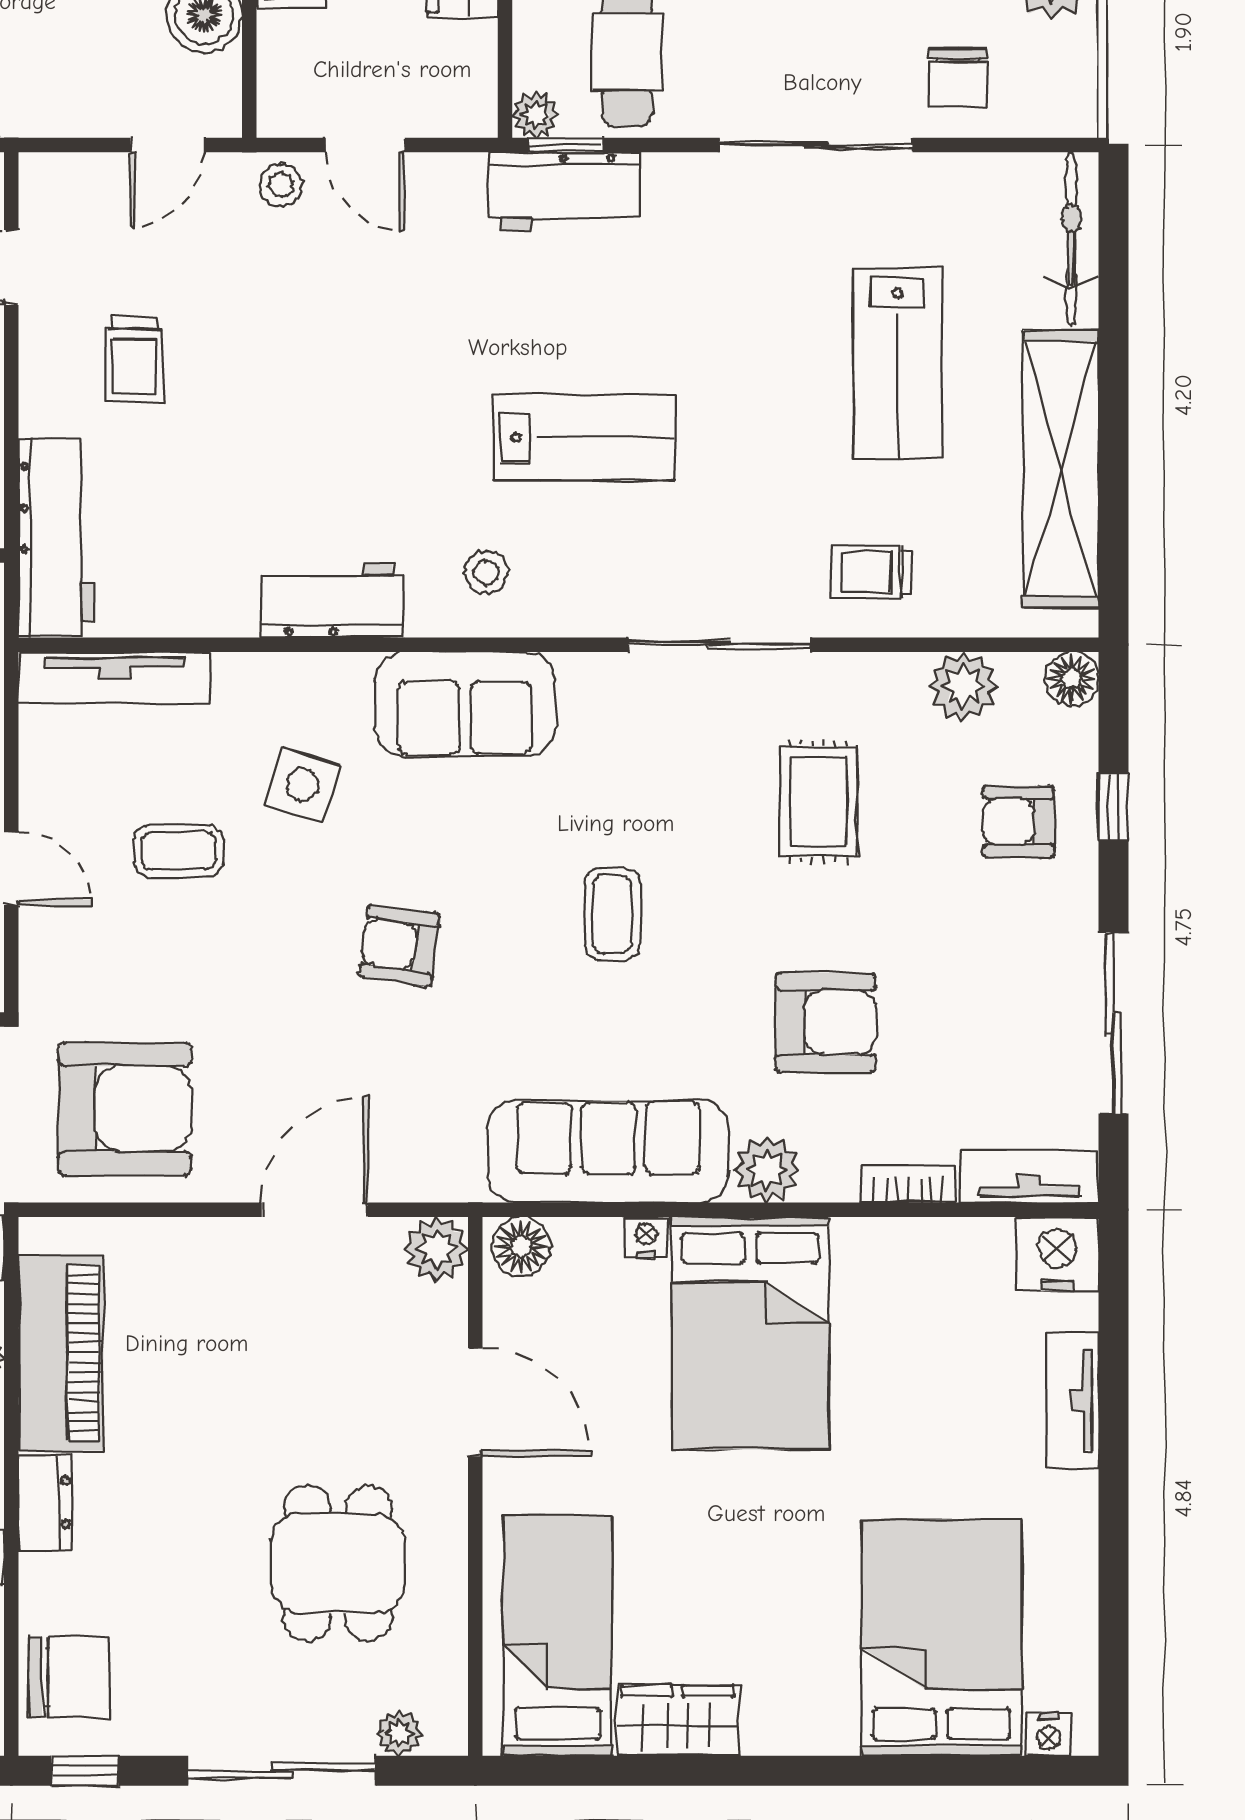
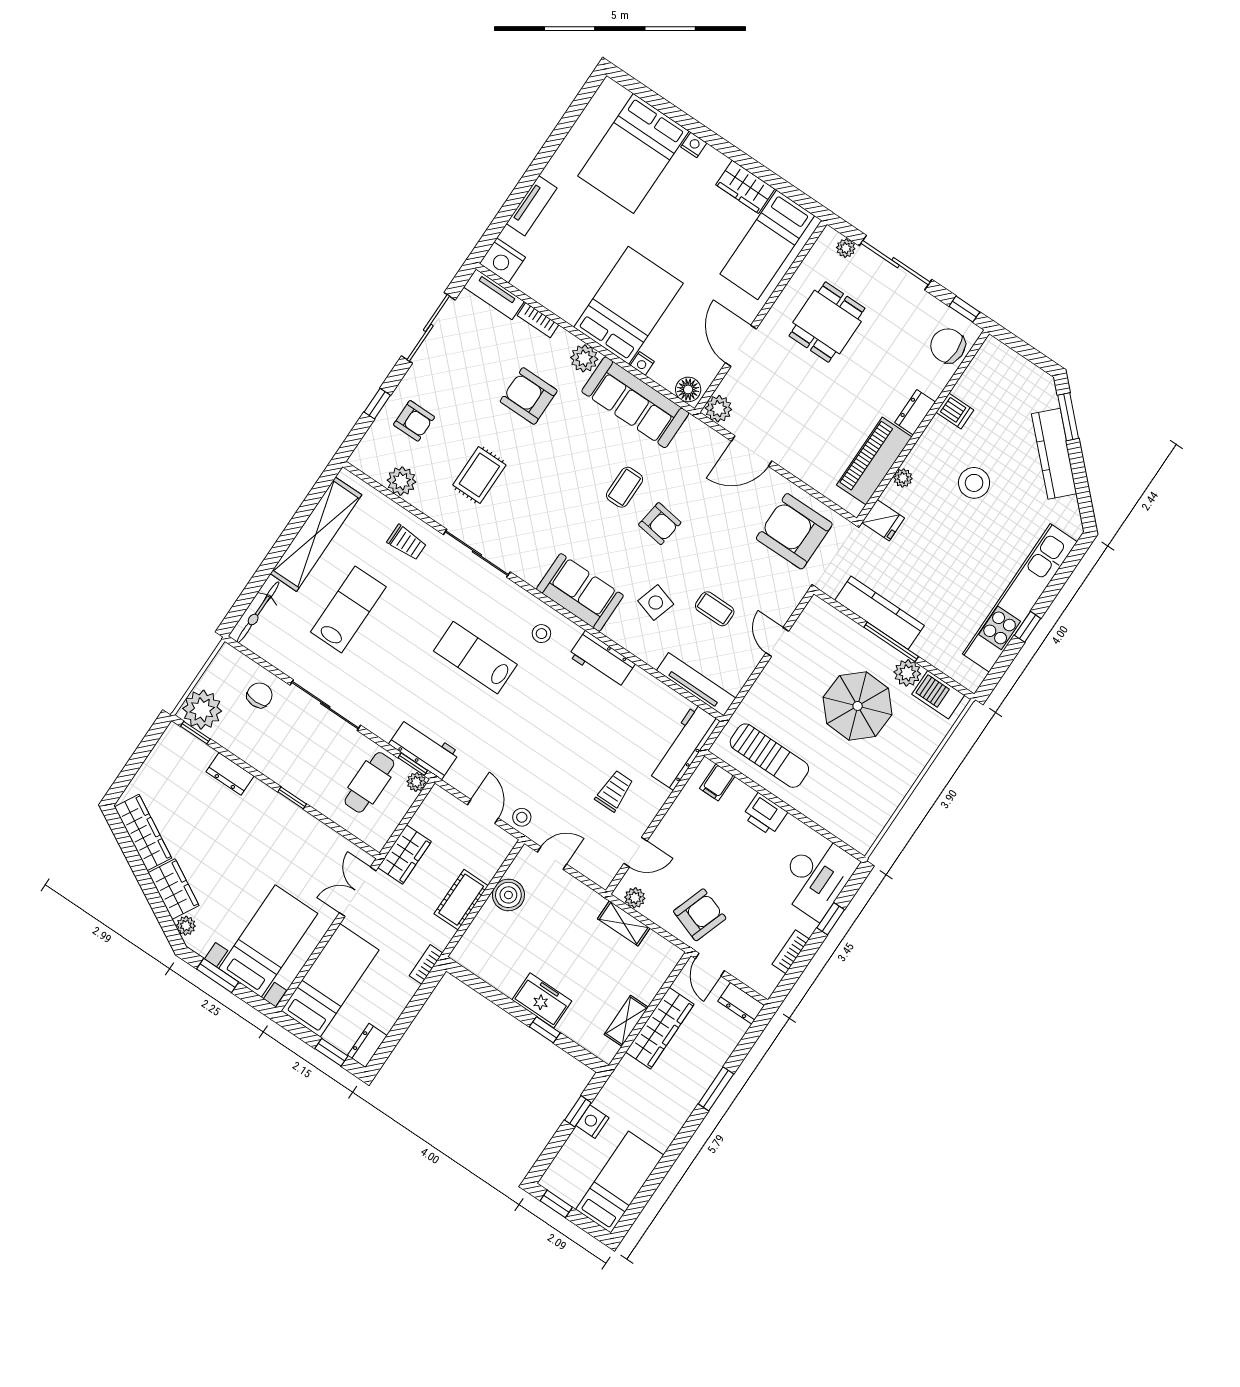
floor lamp: (1072, 679) -> (362, 458), removed
coffee table: (612, 914) -> (625, 487), moved
nightstand: (1049, 1734) -> (694, 145), moved

